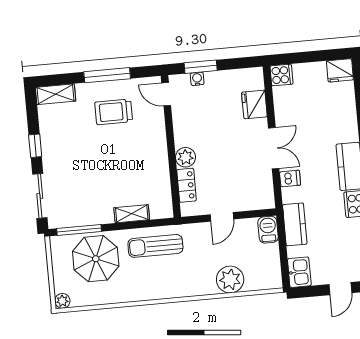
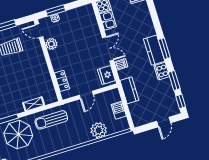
fridge: (254, 104) -> (106, 75), moved
plant: (186, 157) -> (51, 44), moved
barbecue: (268, 230) -> (119, 110), moved
kitchen sink: (299, 272) -> (108, 20), moved

